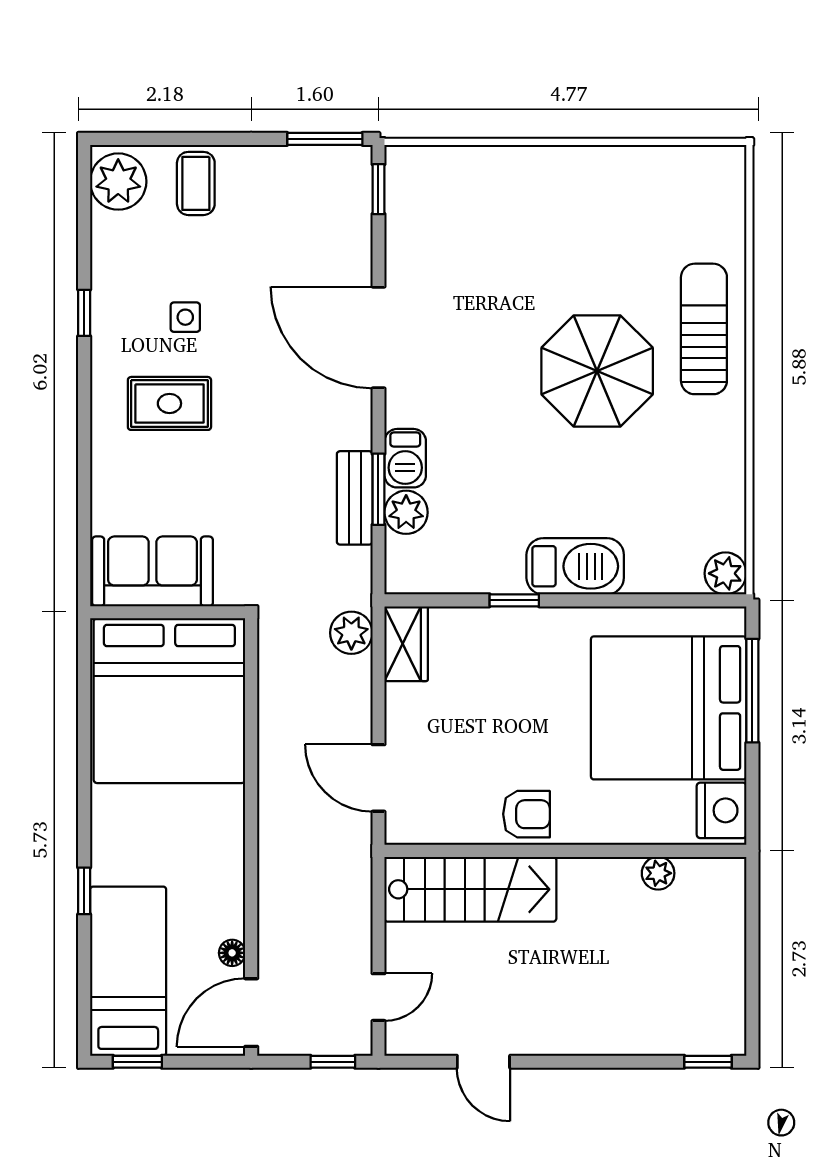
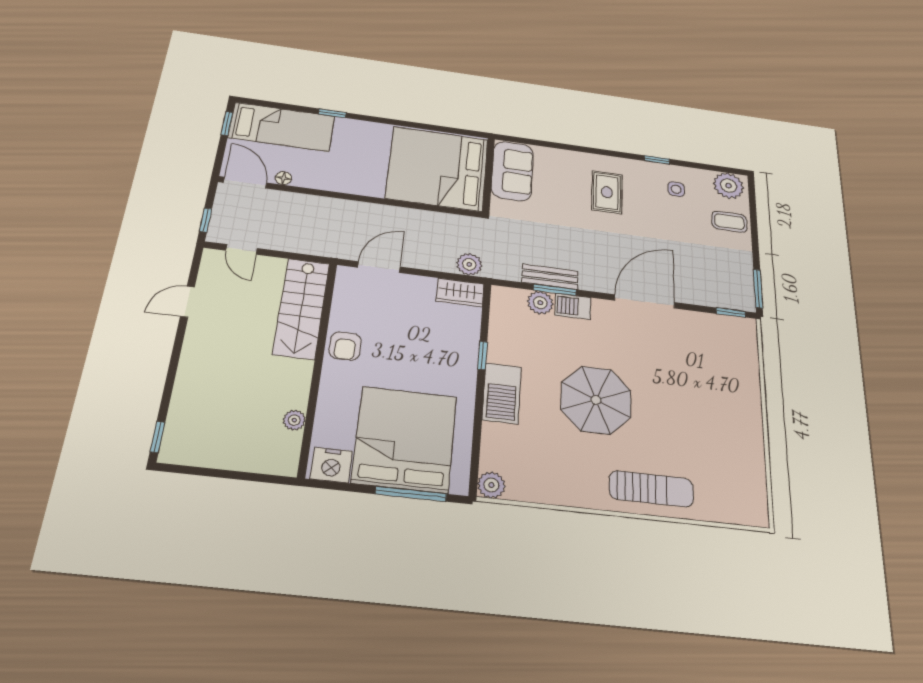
side table: (185, 317) -> (676, 189), moved
parasol: (597, 371) -> (596, 400), moved

